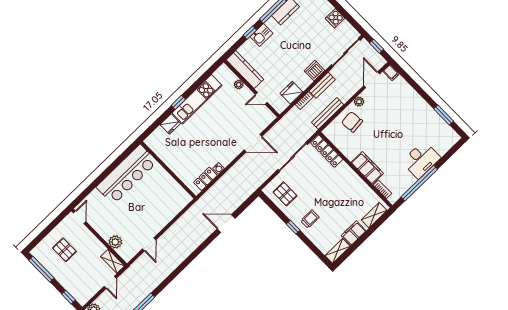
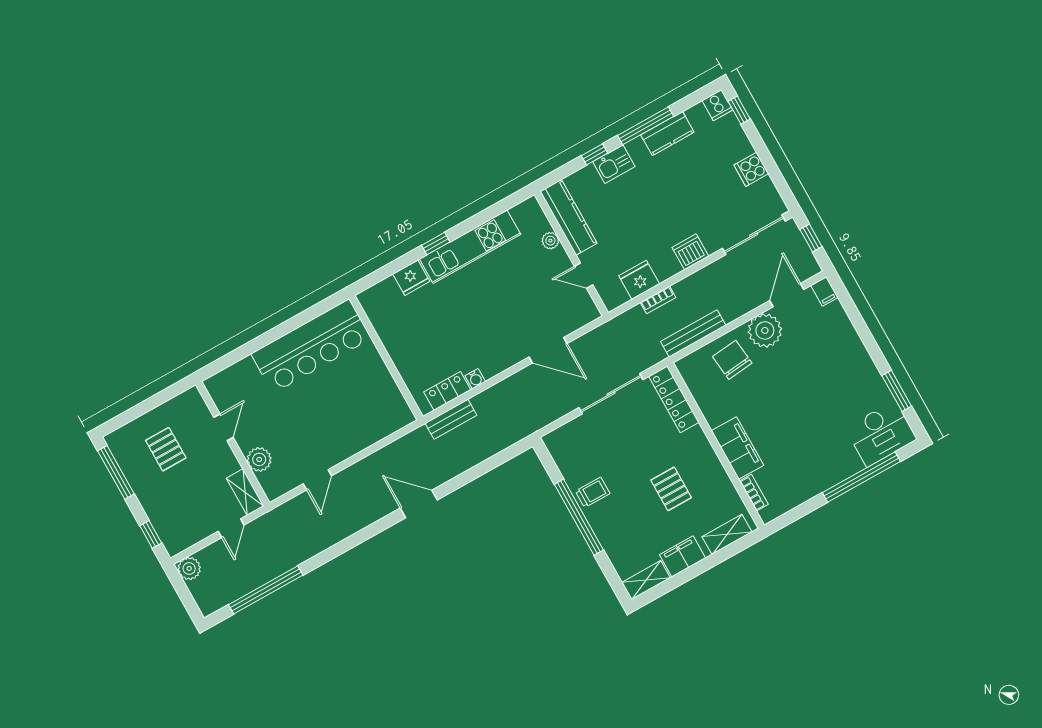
bench: (322, 85) -> (451, 419), moved
plant: (359, 102) -> (765, 330), width x1.88, depth x1.88
desk: (421, 160) -> (881, 434), moved
window: (419, 183) -> (861, 477), moved
pallet: (285, 194) -> (671, 489), moved
door: (80, 217) -> (224, 427), moved
trolley: (310, 219) -> (593, 492), moved
door: (226, 224) -> (419, 504), moved
window: (293, 227) -> (579, 517), width x3.17

